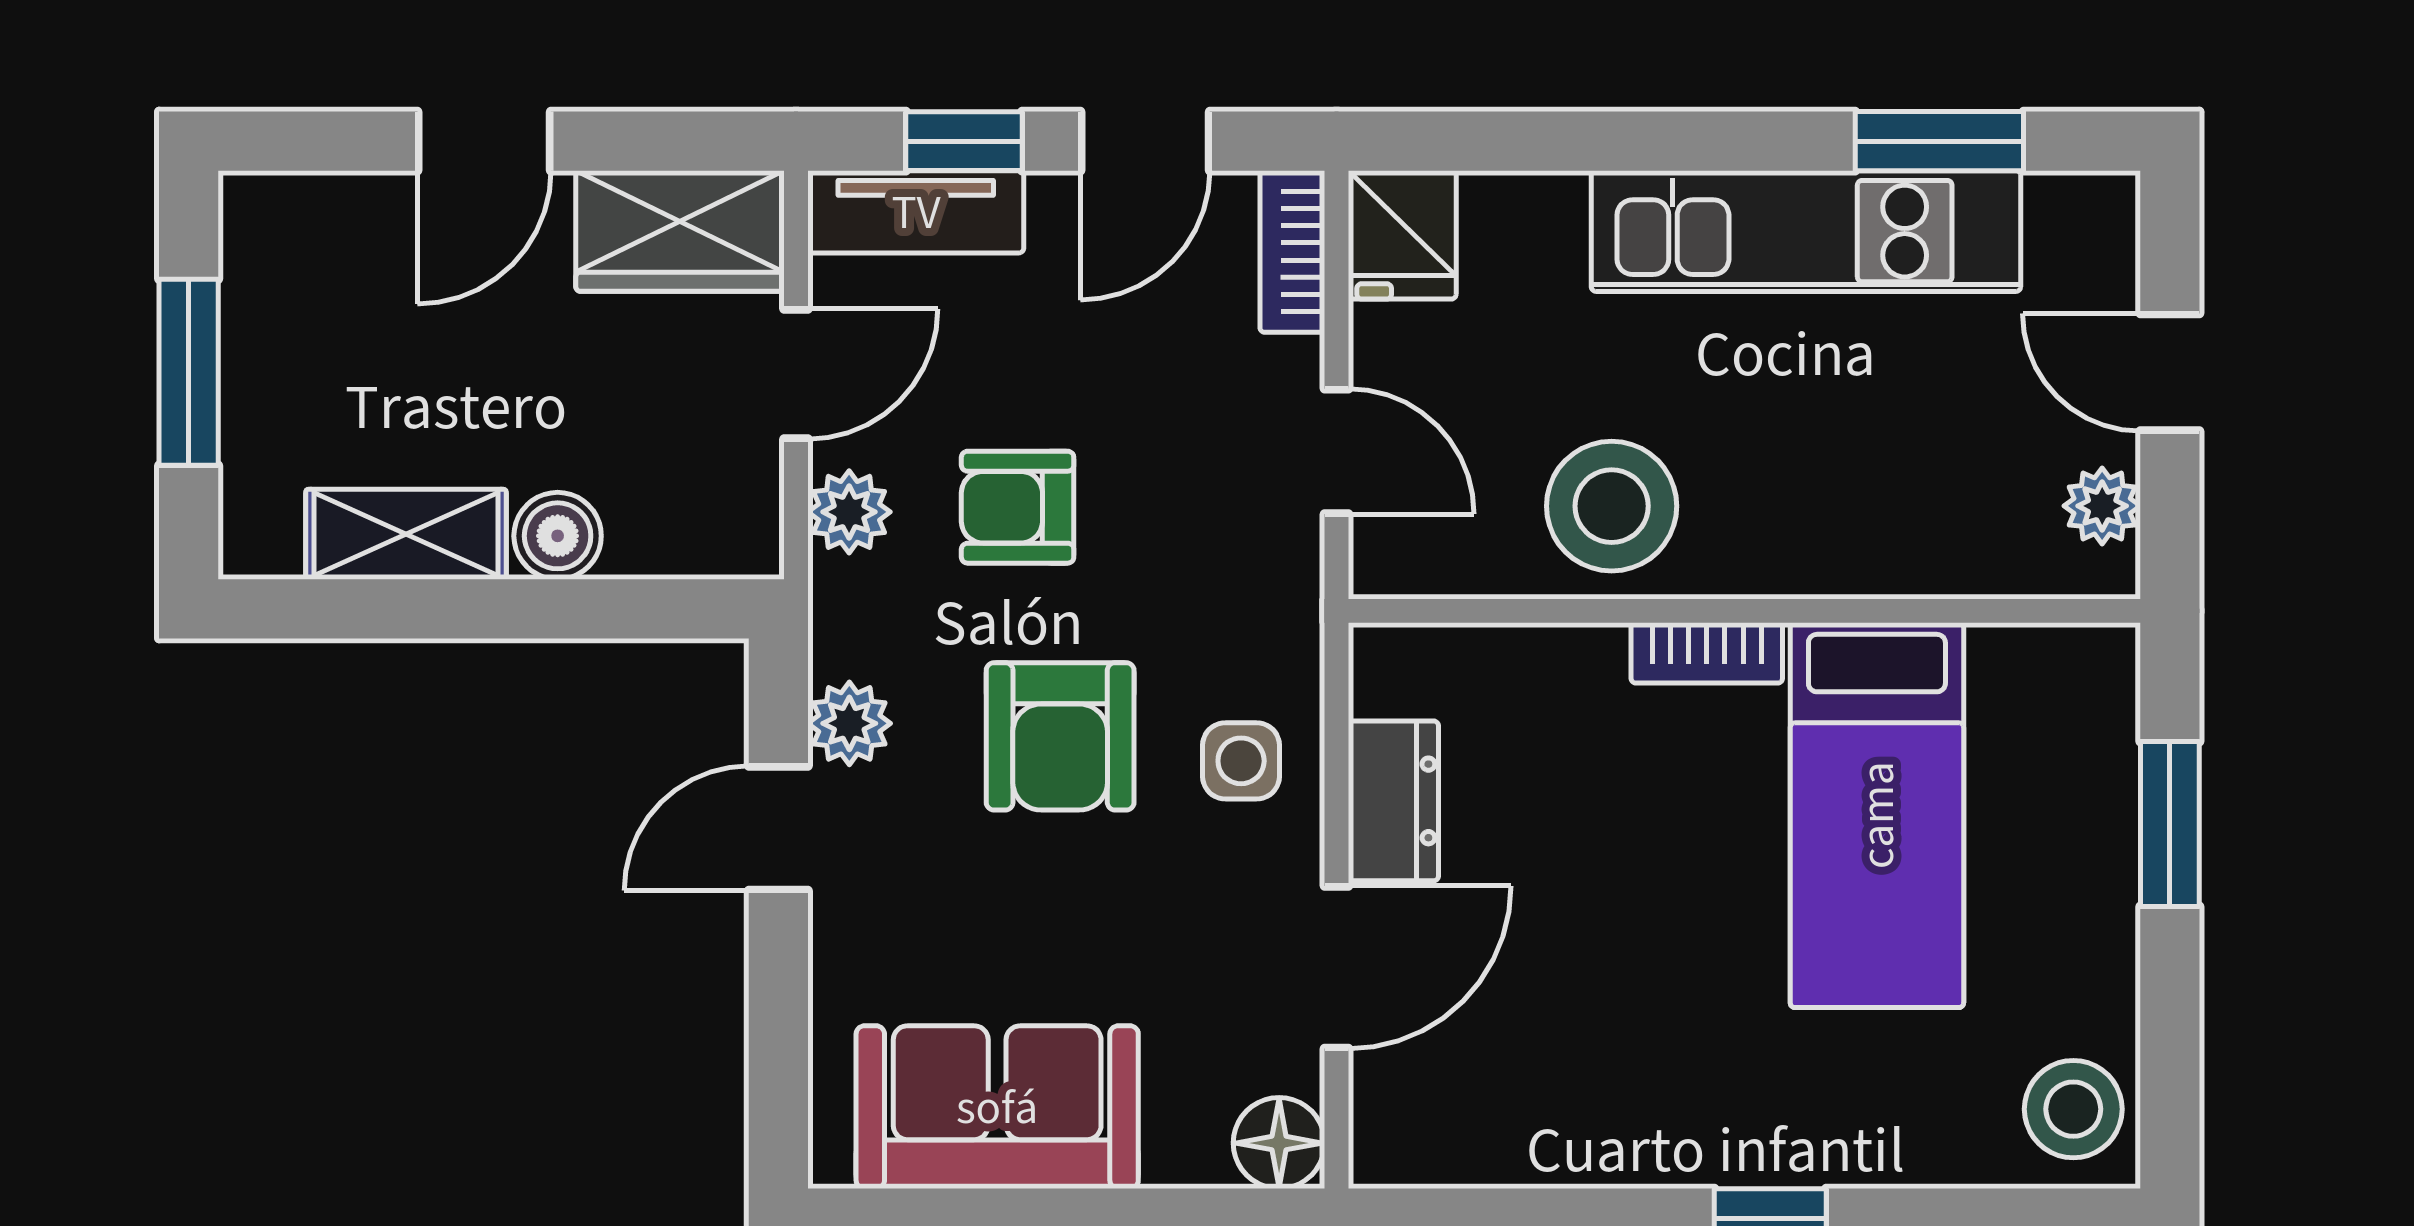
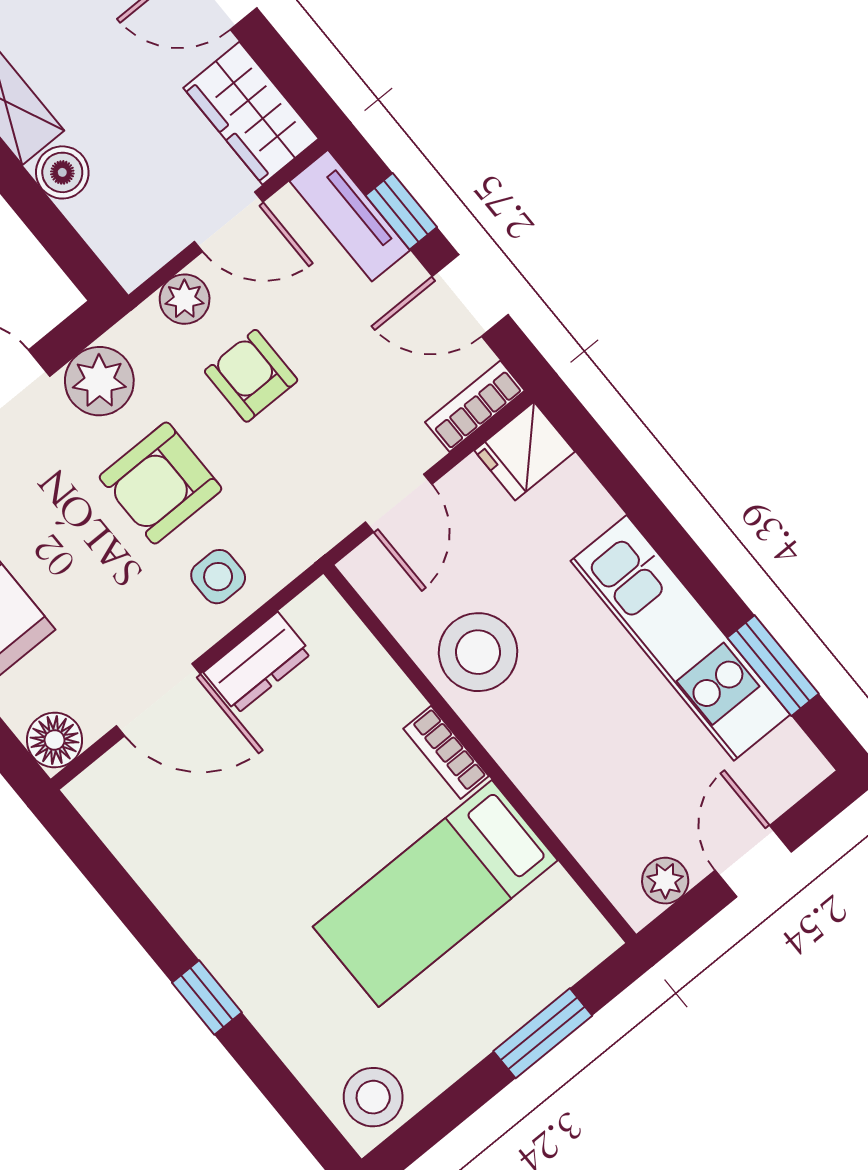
plant: (849, 723) -> (99, 381), width x1.38, depth x1.38

